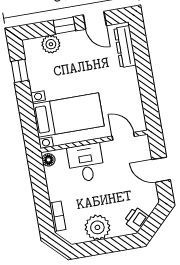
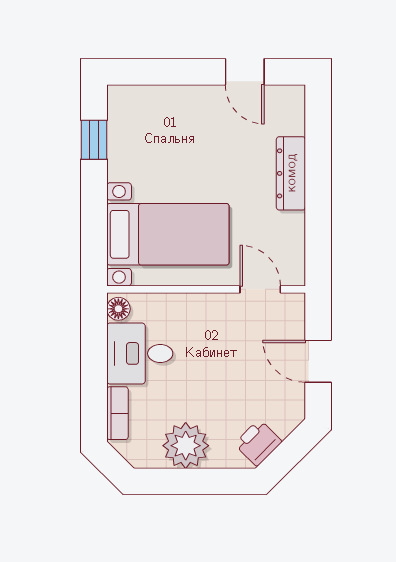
window: (64, 26) -> (188, 72), removed
plant: (51, 44) -> (158, 101), removed
dresser: (125, 47) -> (291, 173), moved
desk: (86, 163) -> (140, 353), moved, turned -90

